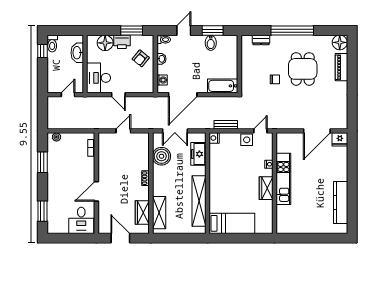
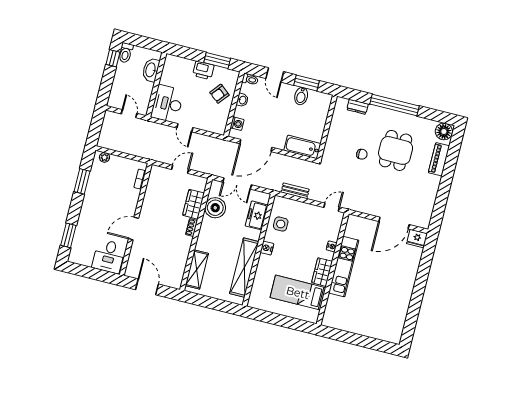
door: (184, 31) -> (275, 75), swing flipped
floor lamp: (105, 43) -> (184, 67), removed
door: (68, 95) -> (129, 114), hinge flipped
nightstand: (214, 138) -> (267, 248), moved
side table: (247, 140) -> (281, 224), moved
kitchen counter: (341, 203) -> (400, 309), removed
wardrobe: (142, 212) -> (193, 204), moved
bed: (232, 223) -> (298, 293), moved, turned 180

